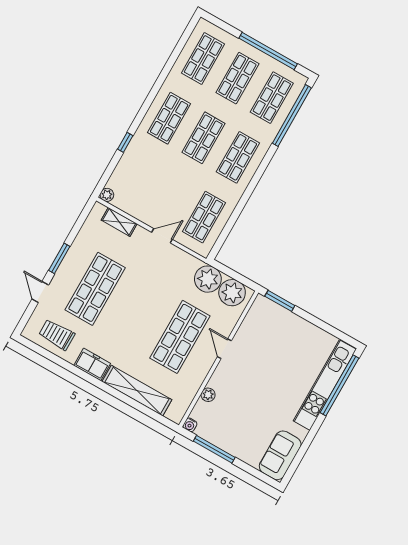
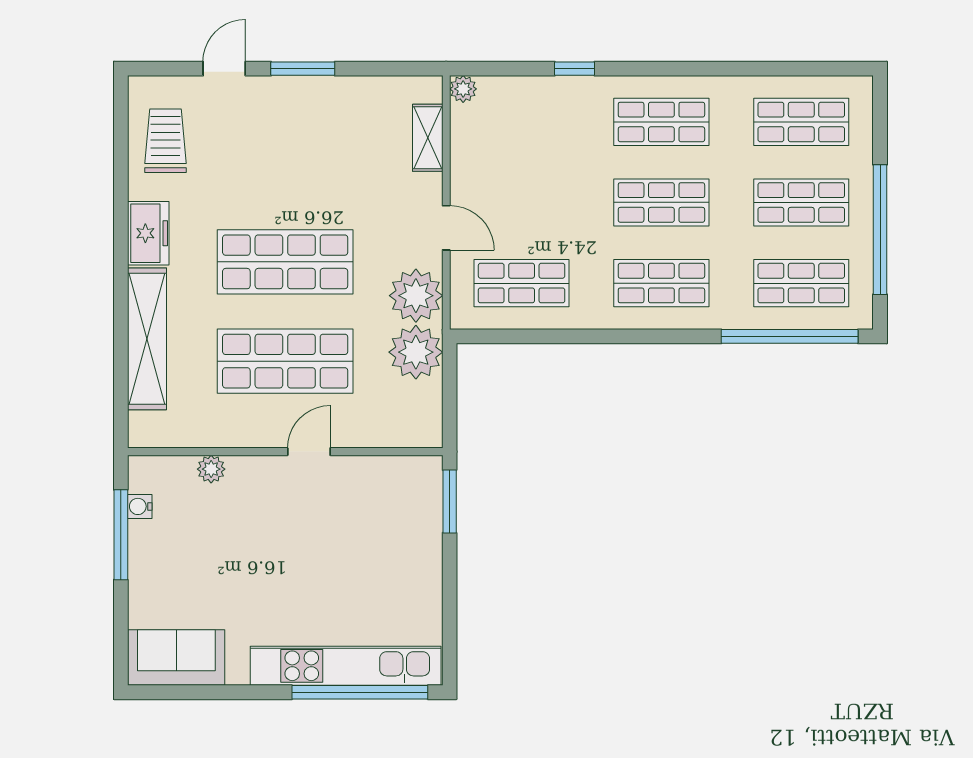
shop shelf: (95, 289) -> (285, 262), moved
plant: (232, 293) -> (416, 296), moved
water cooler: (190, 425) -> (140, 506), moved

